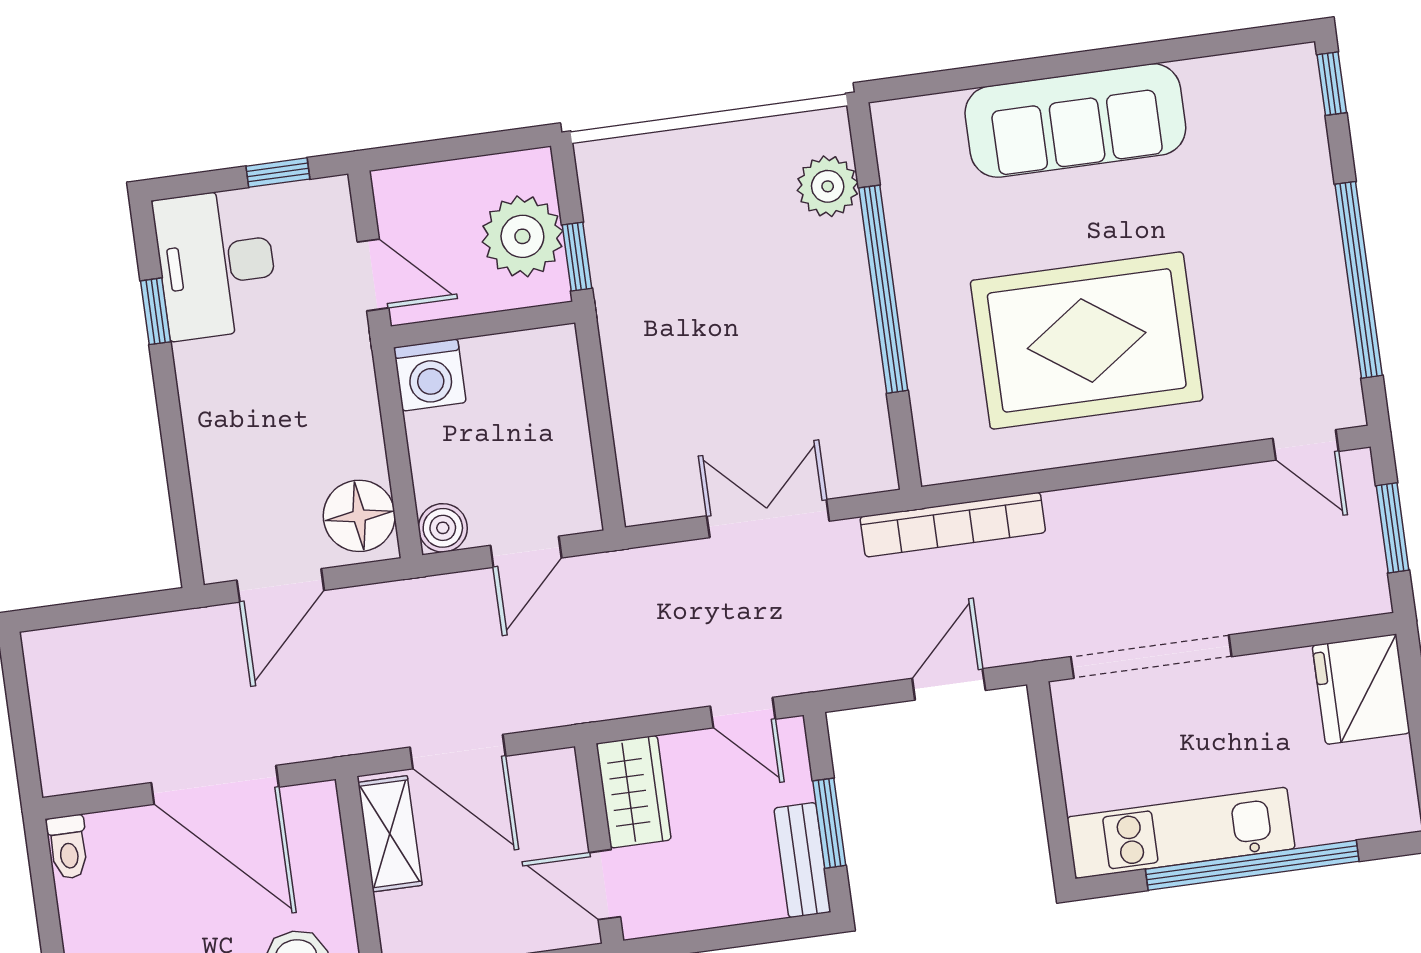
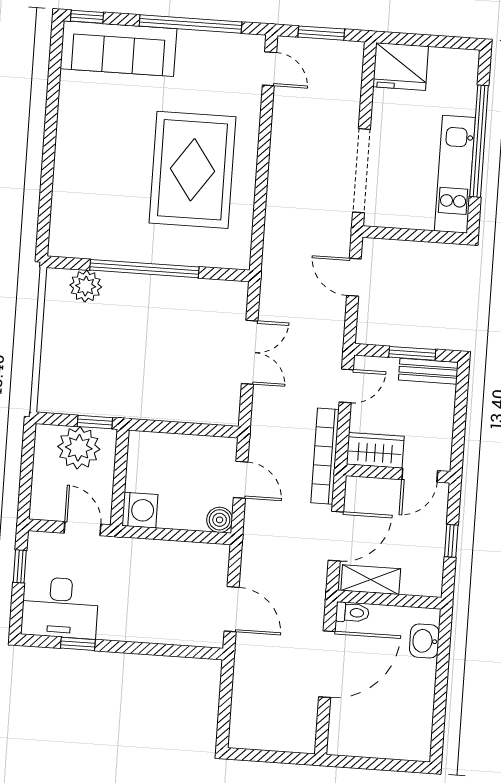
sofa: (1075, 120) -> (118, 49), moved, turned 90
door: (373, 275) -> (82, 529), hinge flipped
door: (1306, 445) -> (269, 69), hinge flipped
floor lamp: (359, 516) -> (204, 561), removed
double door: (768, 519) -> (250, 352), swing flipped
bookcase: (953, 525) -> (325, 456), moved, turned 180
toilet: (68, 847) -> (352, 613), moved

